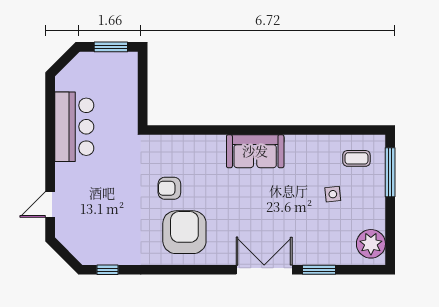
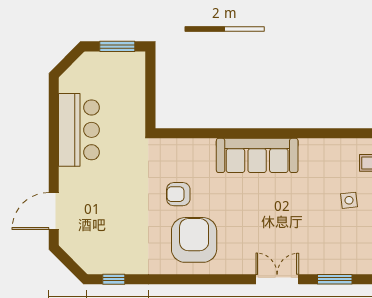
sofa: (255, 151) -> (257, 155), width x1.36
door: (50, 204) -> (54, 211), width x1.38
double door: (264, 270) -> (277, 279), width x0.73

